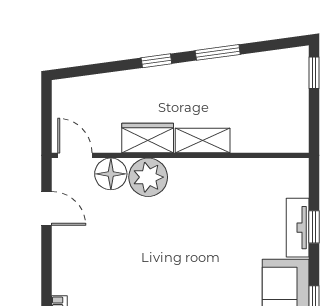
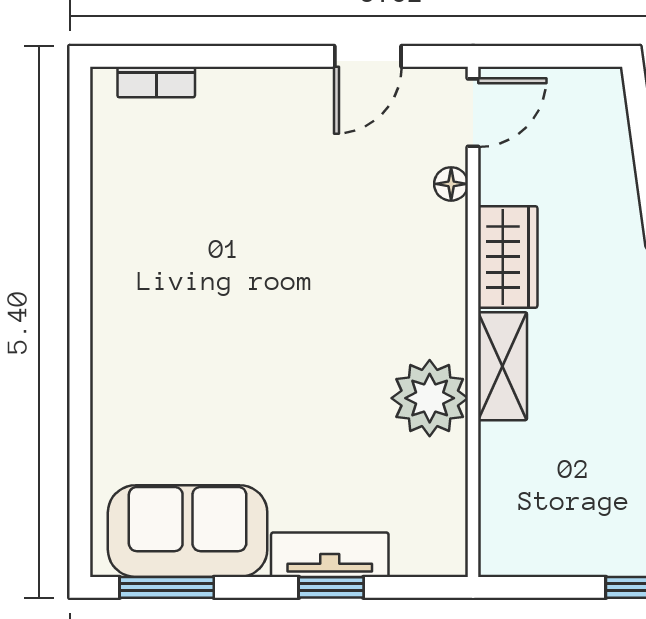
floor lamp: (111, 174) -> (451, 184), width x0.53, depth x0.53
plant: (148, 177) -> (430, 398), moved

